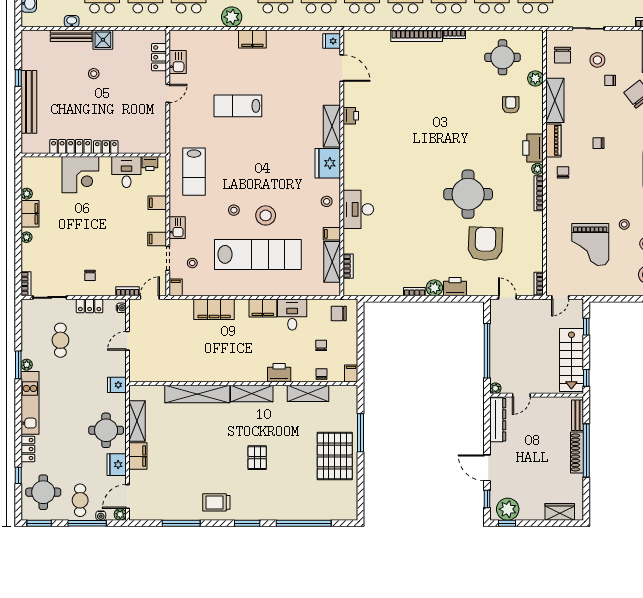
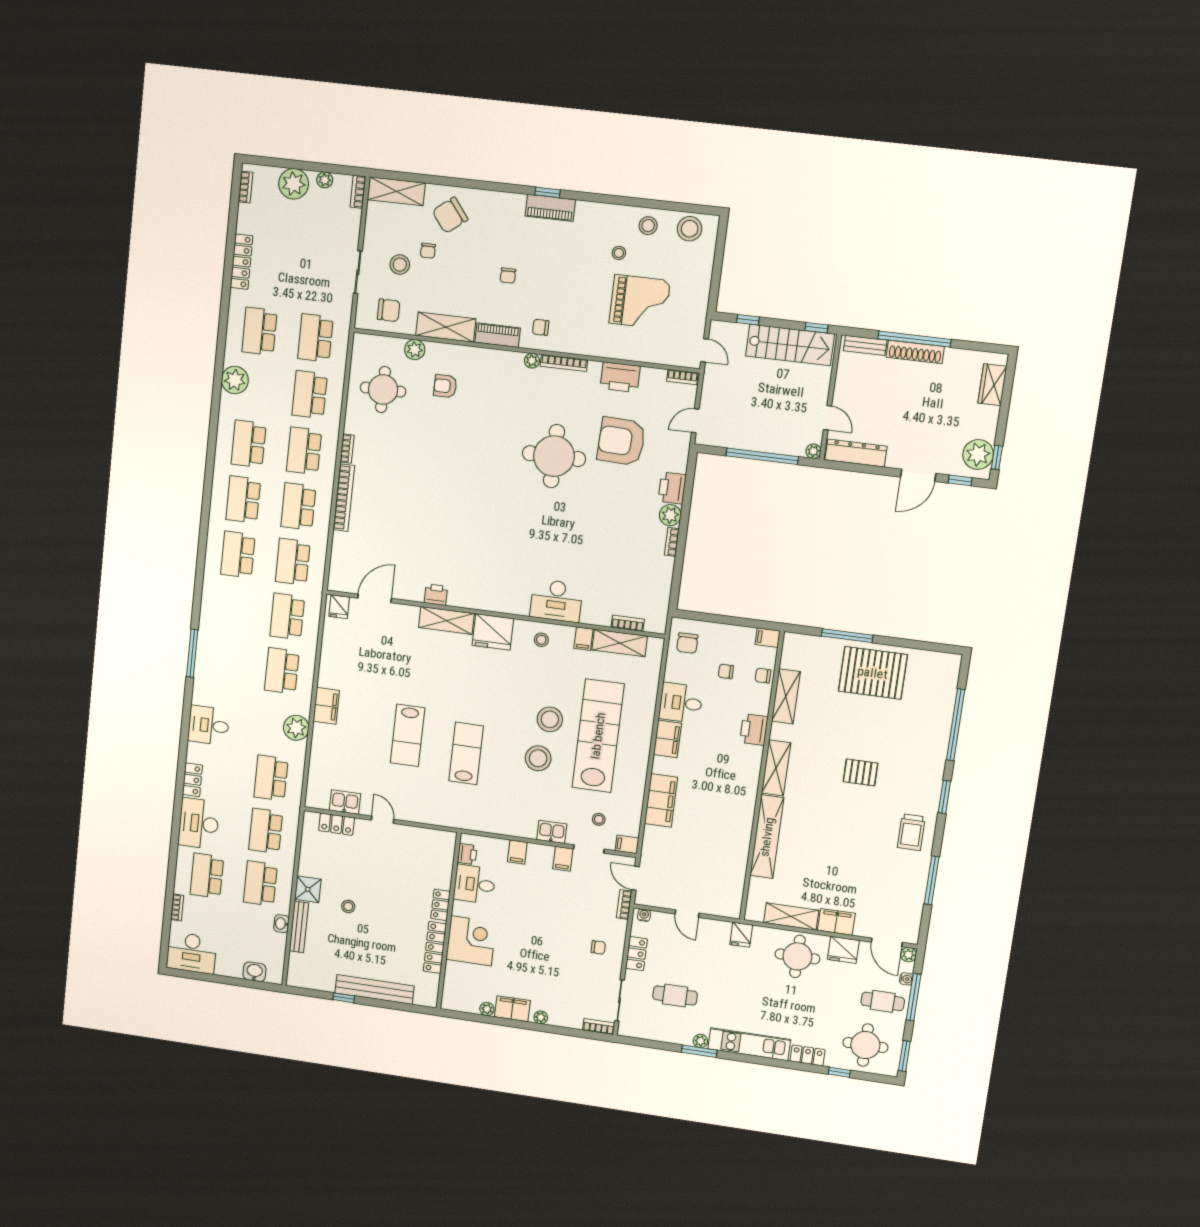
printer: (533, 148) -> (620, 377), moved
lab bench: (194, 172) -> (466, 753), moved, turned -90
stool: (234, 210) -> (538, 758), width x1.89, depth x1.89

